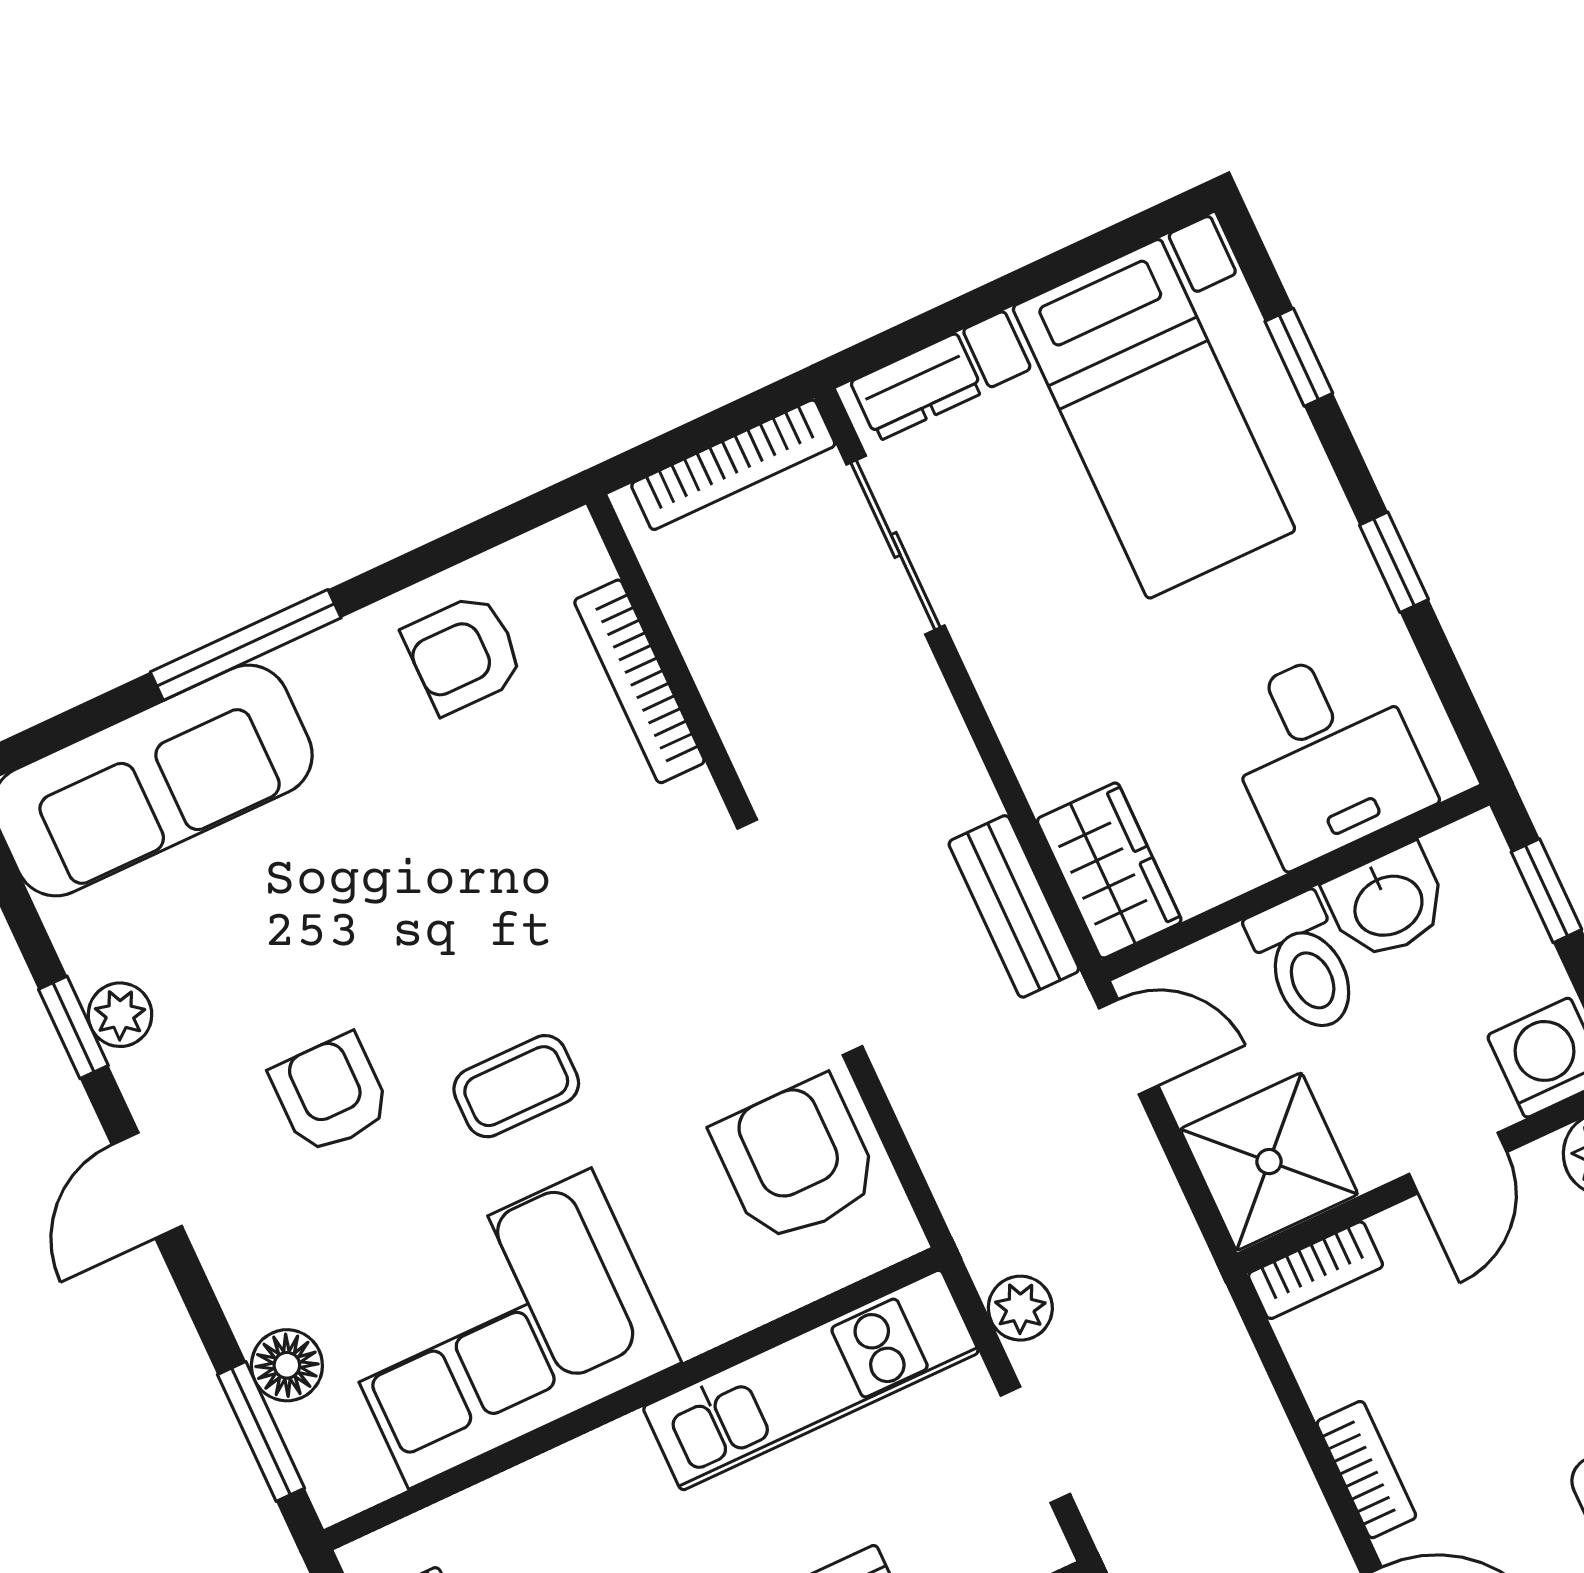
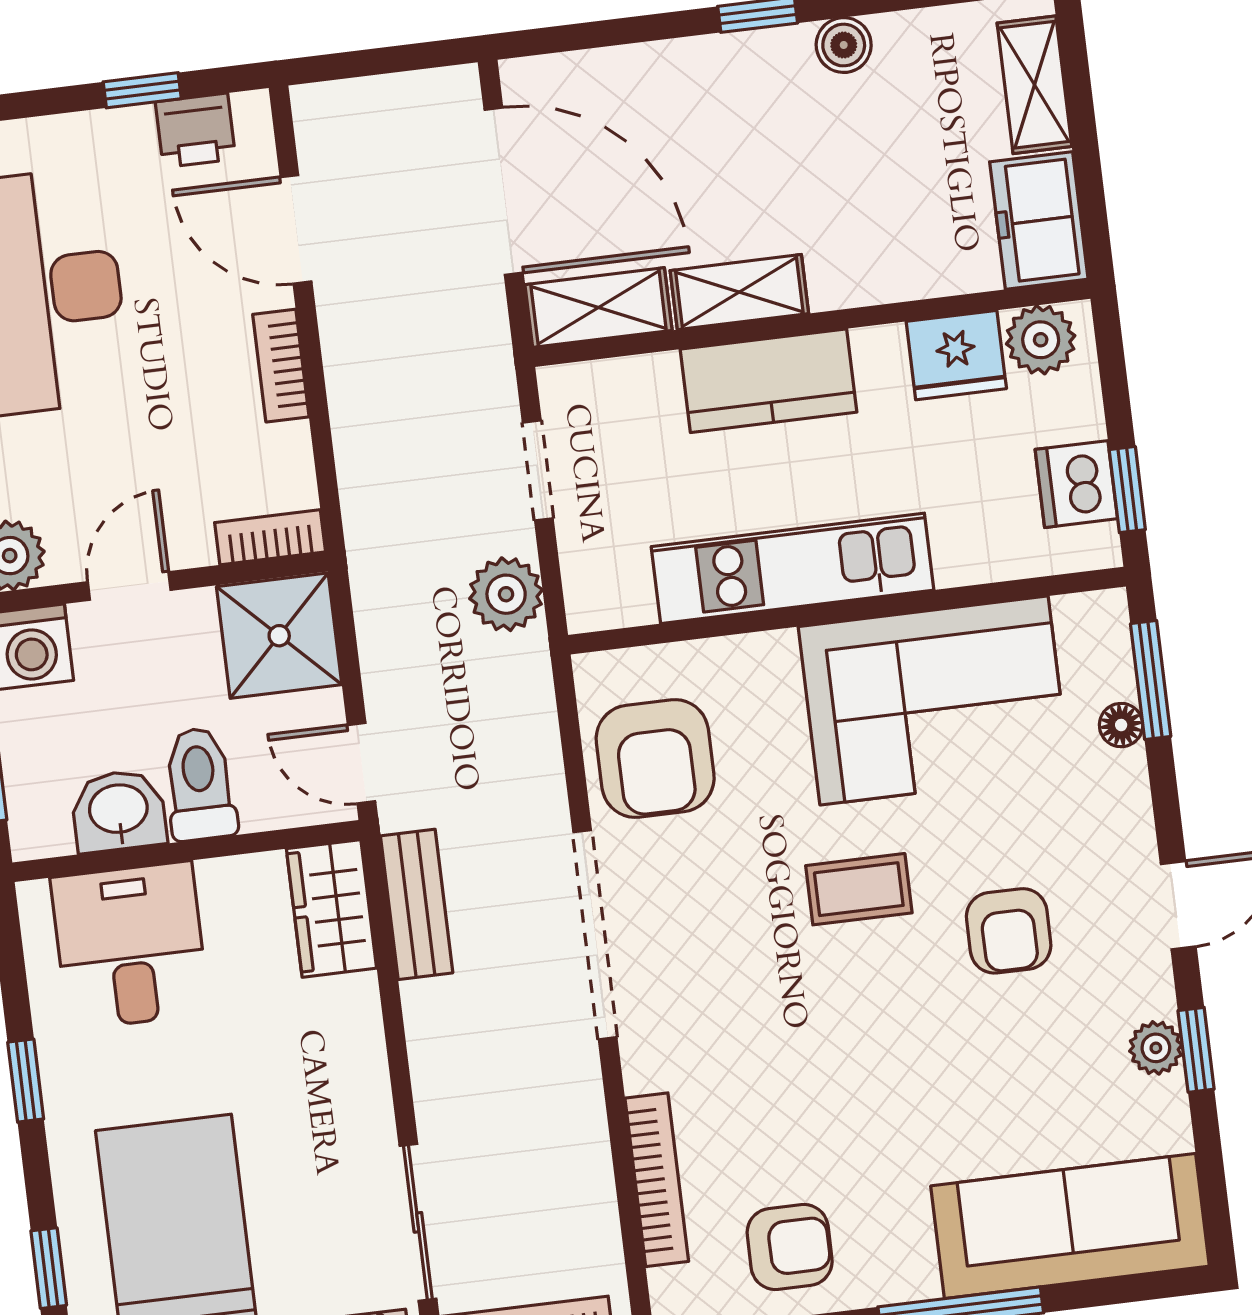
plant: (1020, 1308) -> (506, 594), width x1.38, depth x1.38
floor lamp: (287, 1365) -> (1121, 725), width x0.73, depth x0.73
kitchen unit: (811, 1380) -> (793, 568), moved

